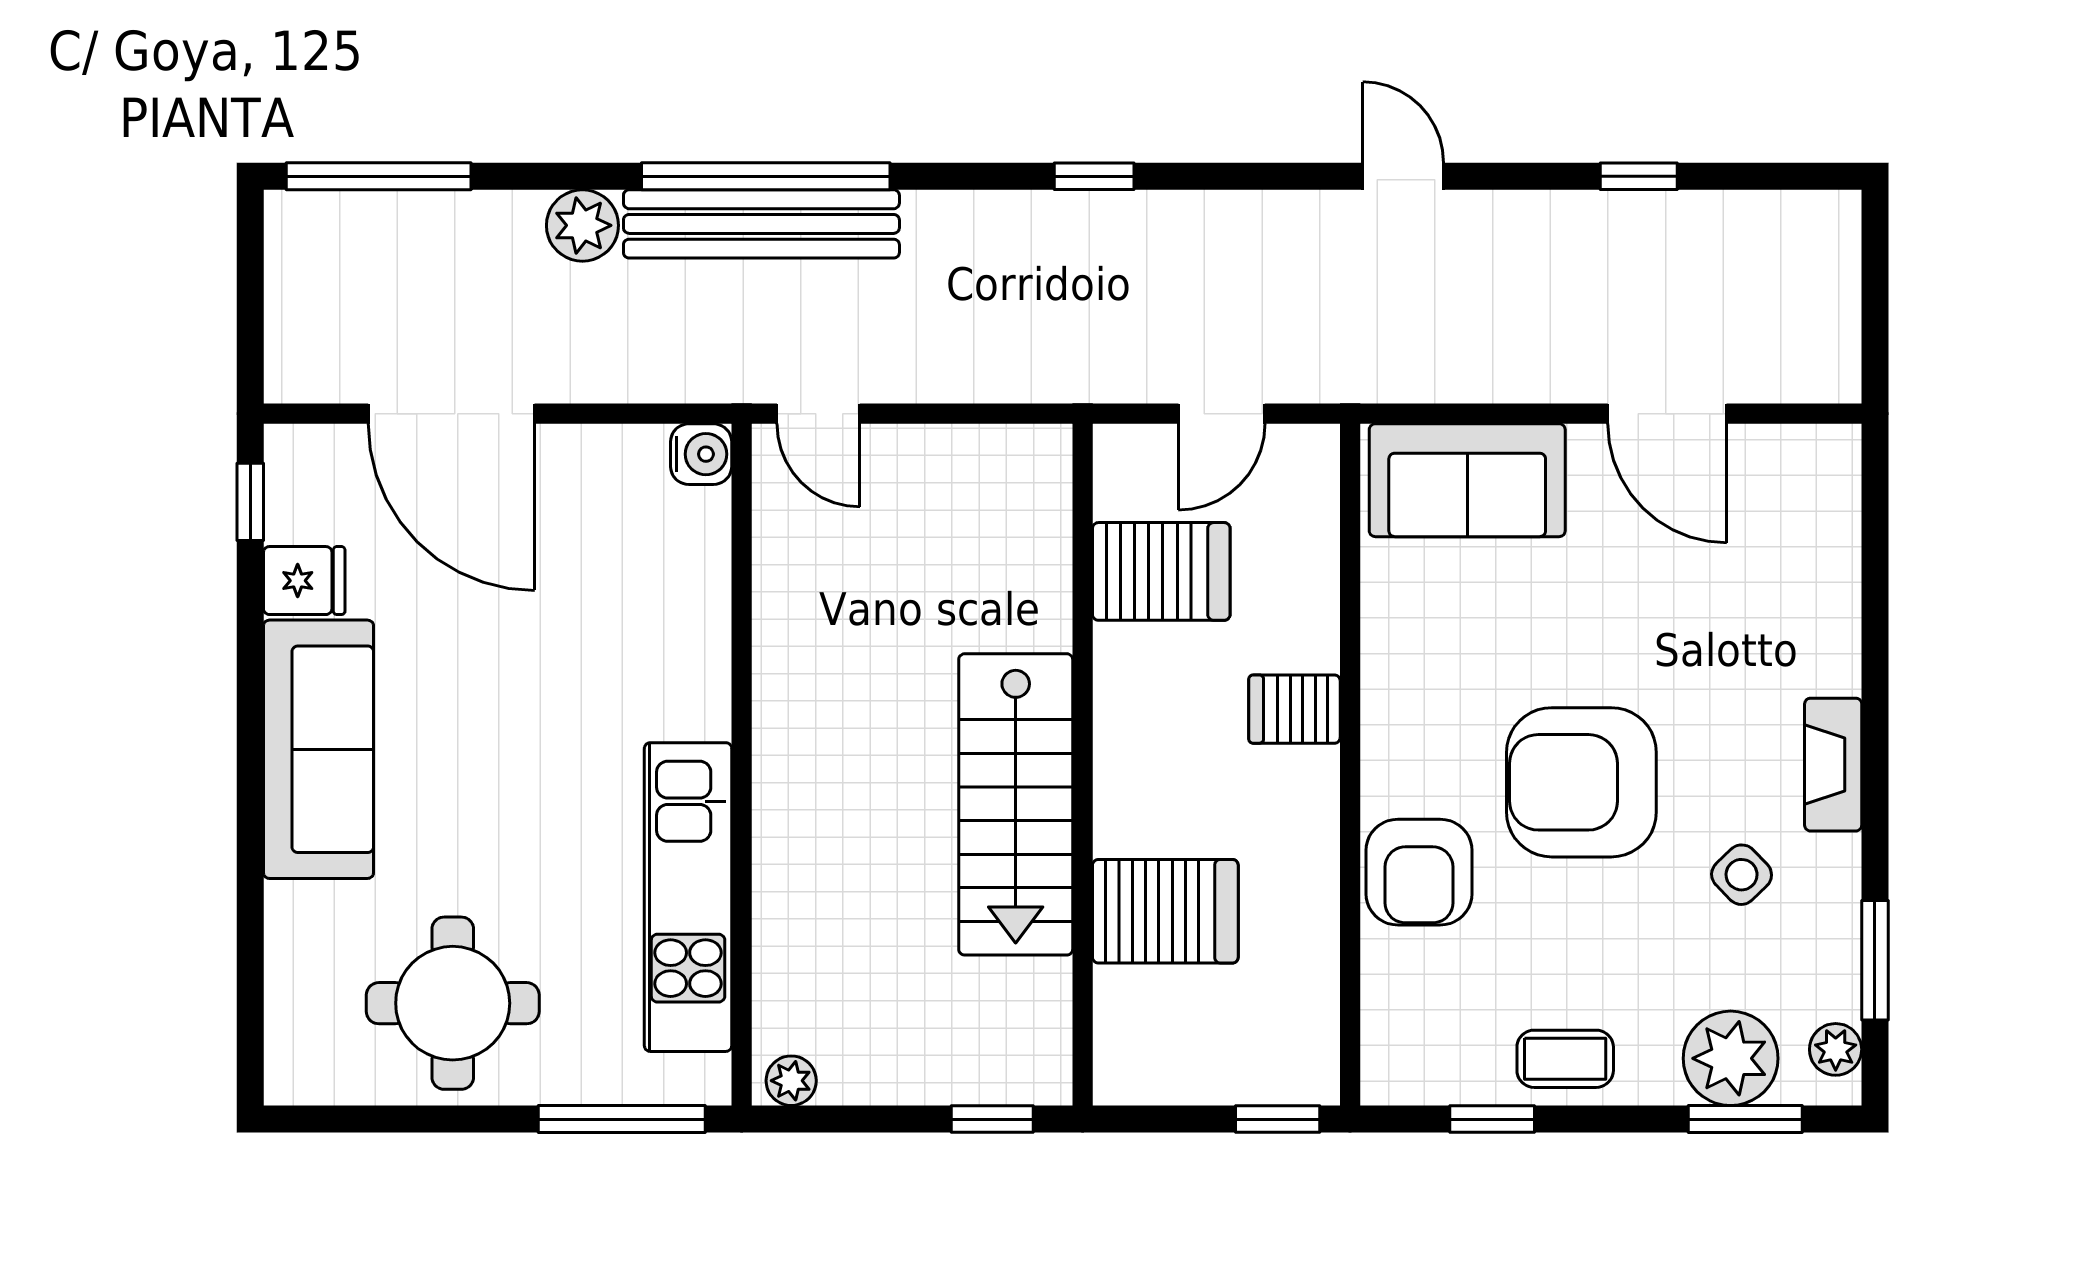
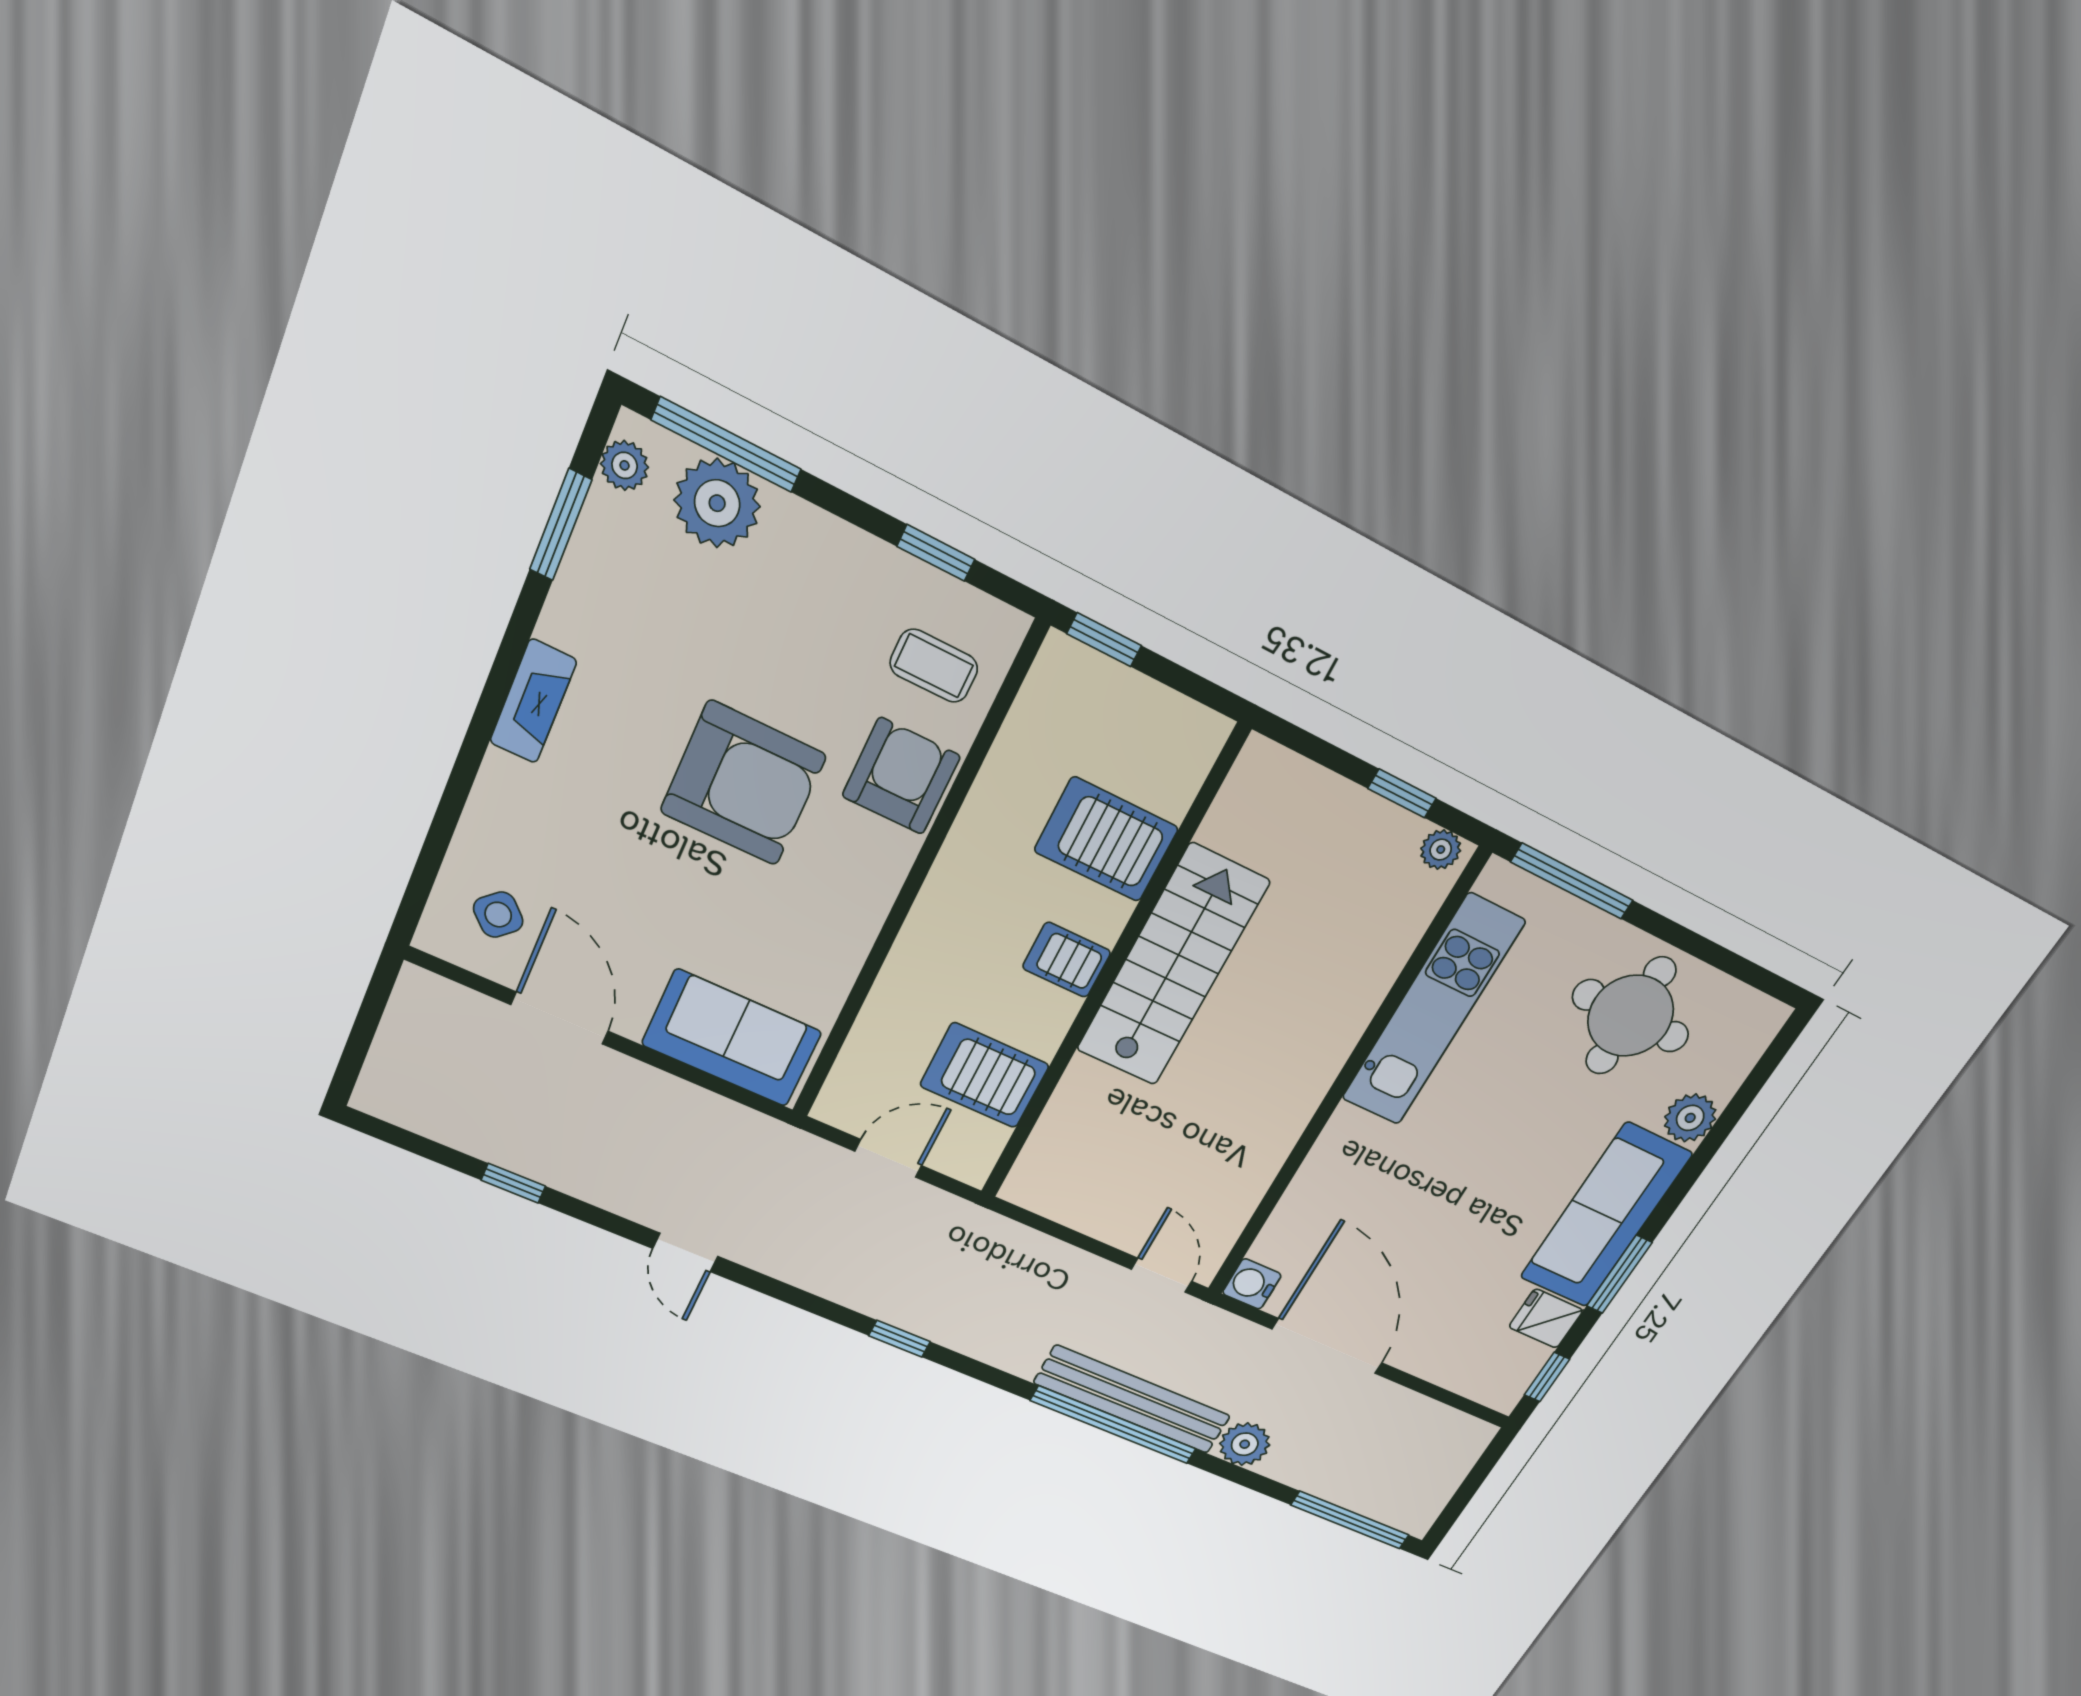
door: (451, 414) -> (1327, 1346), moved
window: (250, 682) -> (1619, 1274), added
server rack: (1294, 709) -> (1067, 960), moved, turned 180
side table: (1742, 875) -> (498, 915), moved
plant: (298, 919) -> (1690, 1118), added
coffee table: (1565, 1059) -> (934, 666), moved
window: (992, 1119) -> (1402, 793), moved
window: (1745, 1119) -> (726, 445), width x1.44

